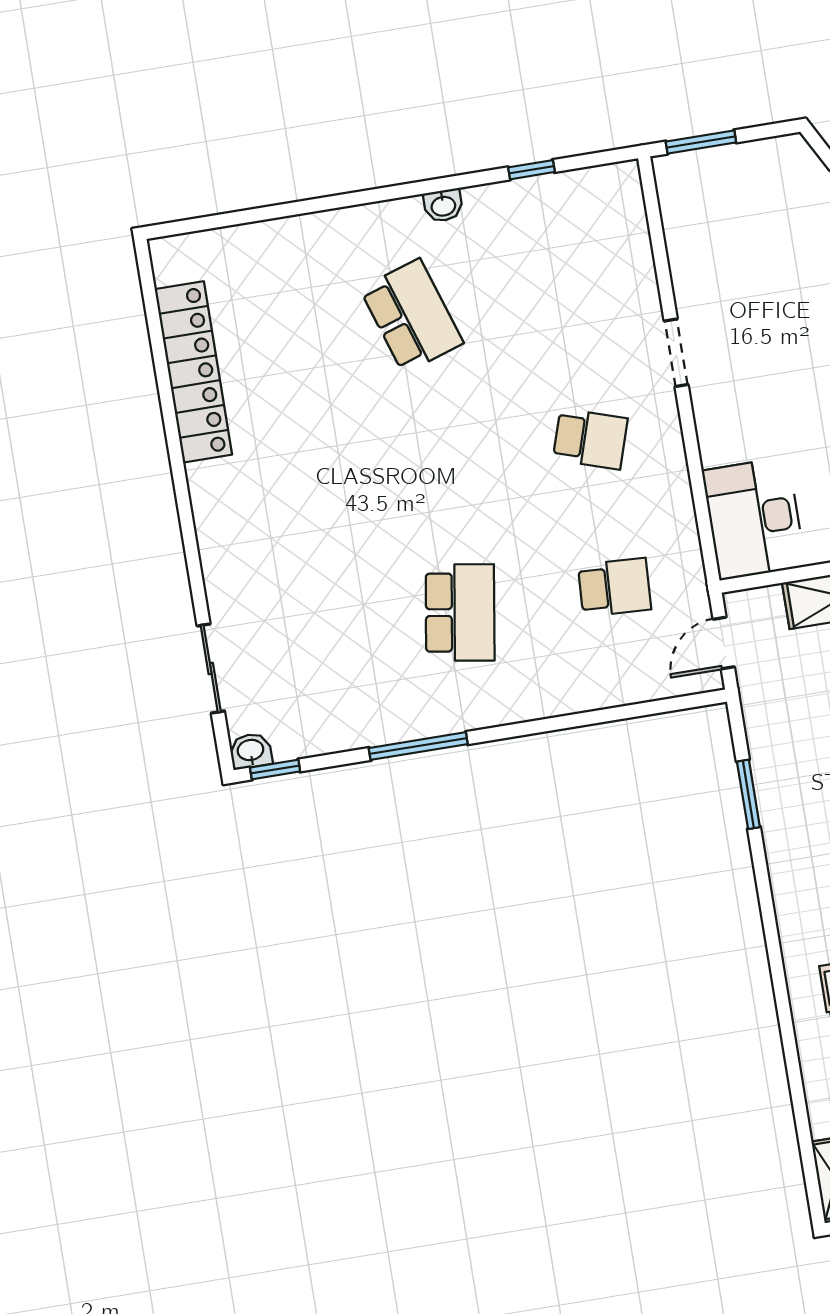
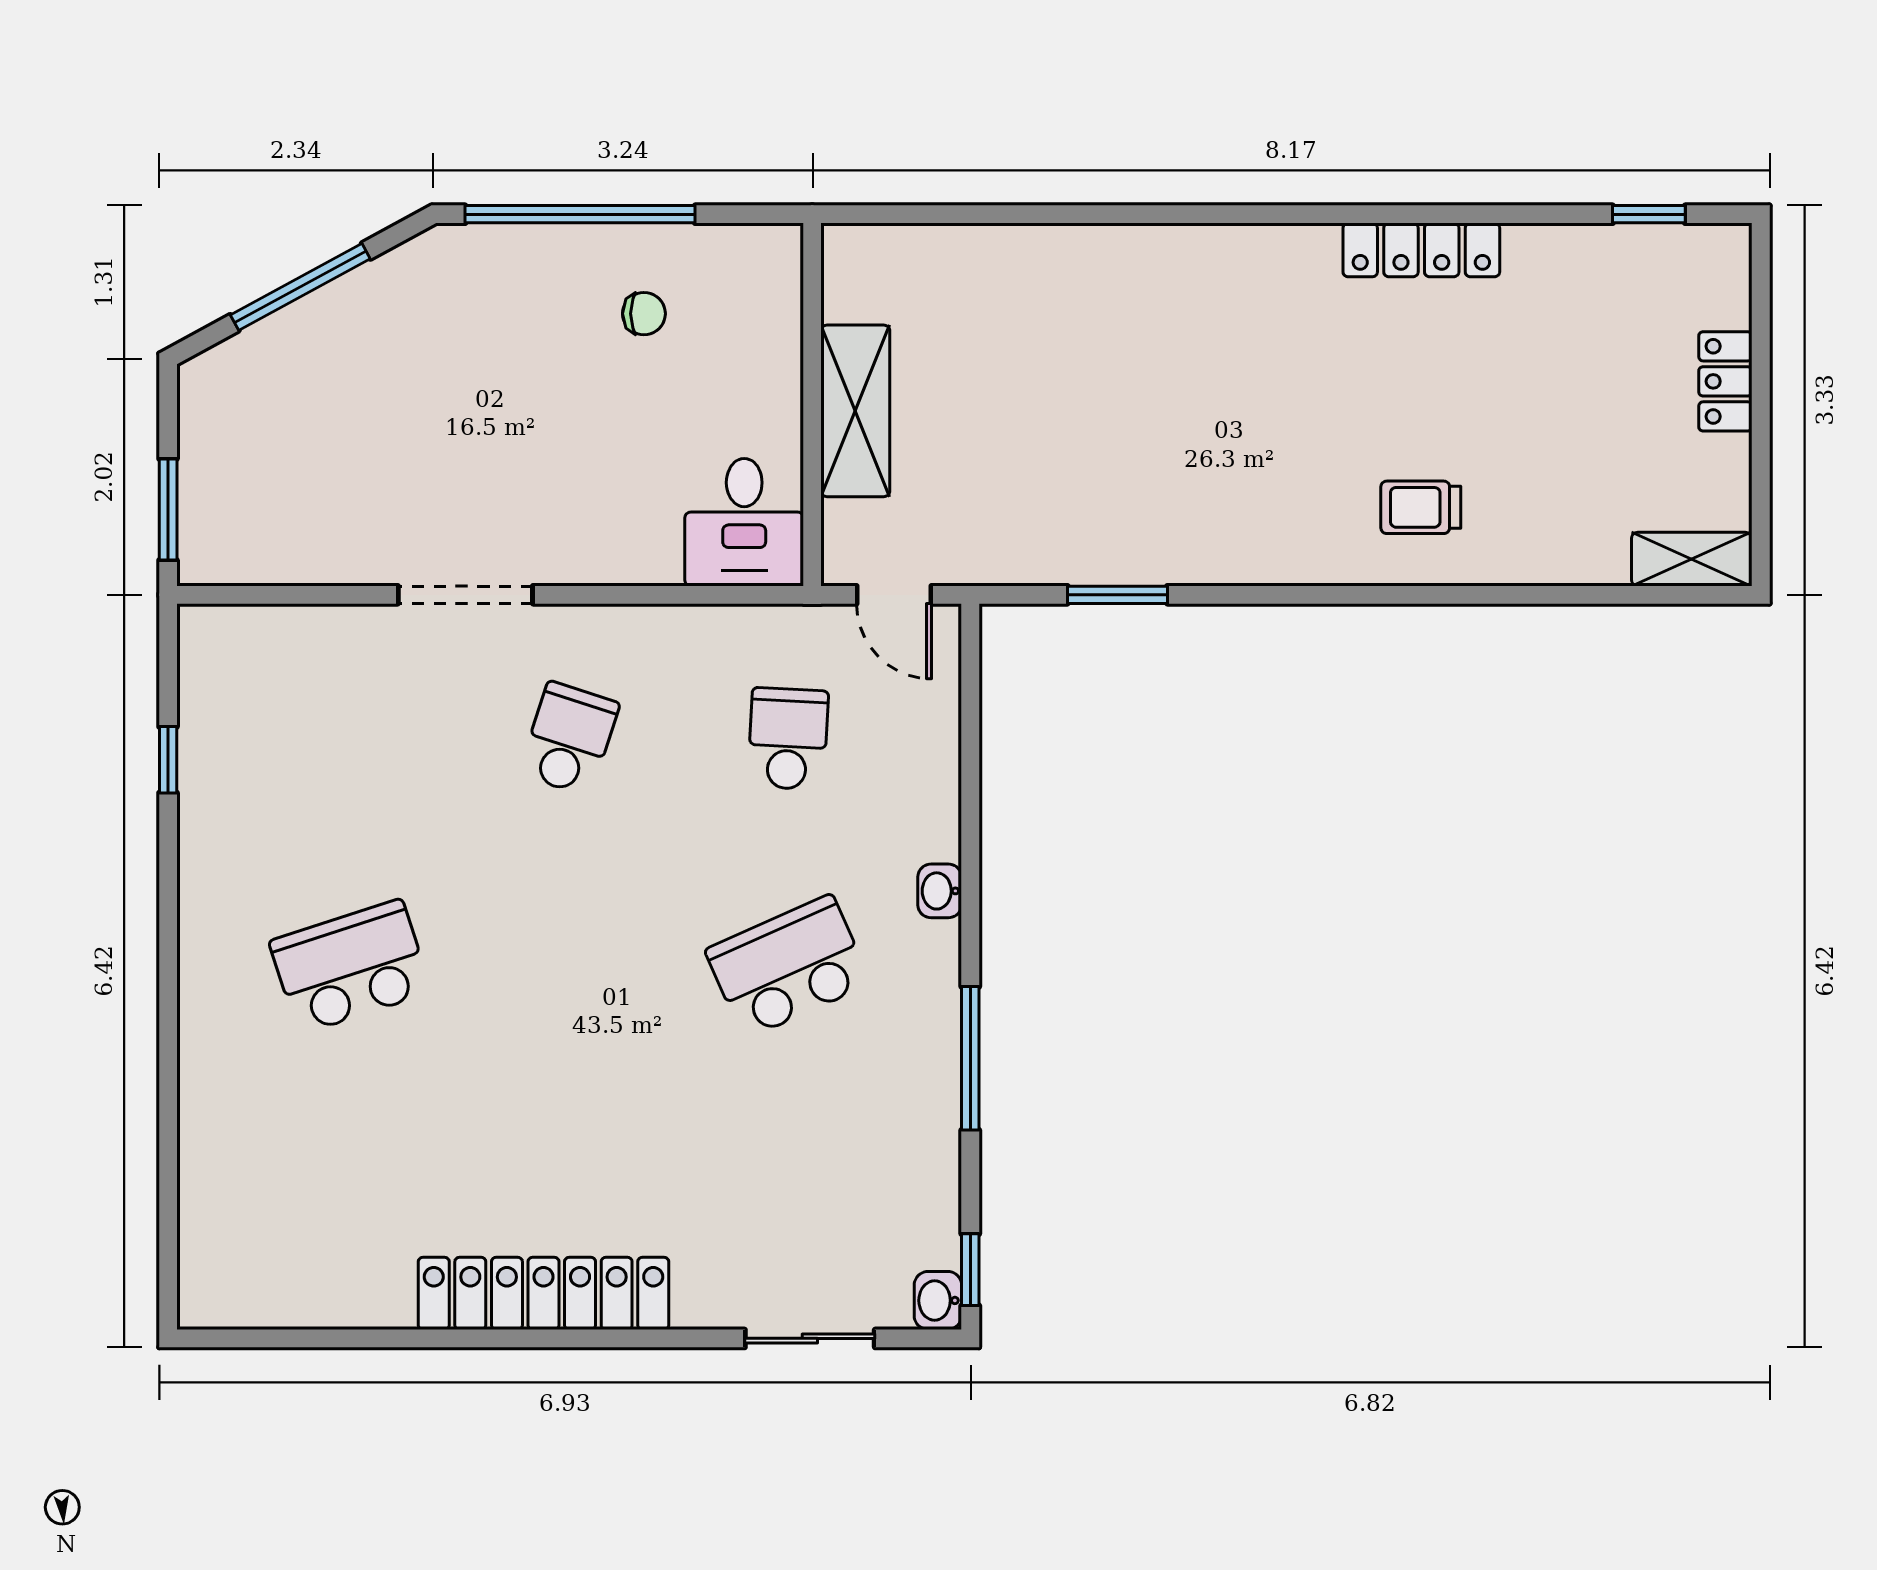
washbasin: (443, 205) -> (940, 891), moved, turned 180
doorway: (676, 353) -> (465, 595), width x1.38
locker: (193, 372) -> (543, 1293), moved
desk: (754, 519) -> (744, 522), width x0.73
school desk: (460, 612) -> (788, 967), turned -33

